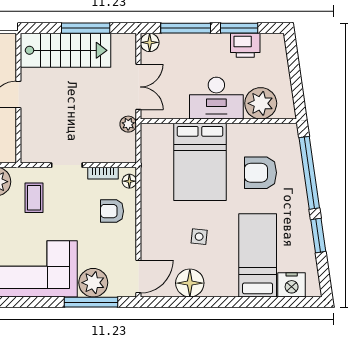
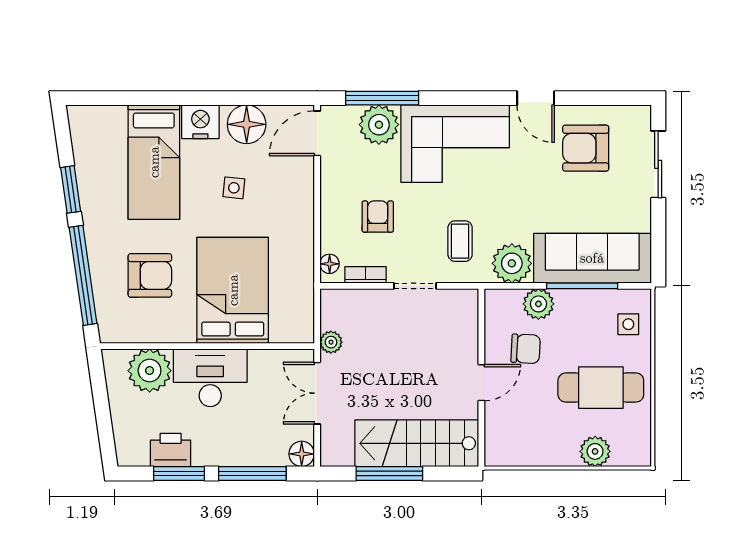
armchair: (112, 211) -> (378, 217), moved, turned -90
nightstand: (292, 285) -> (200, 122), moved

